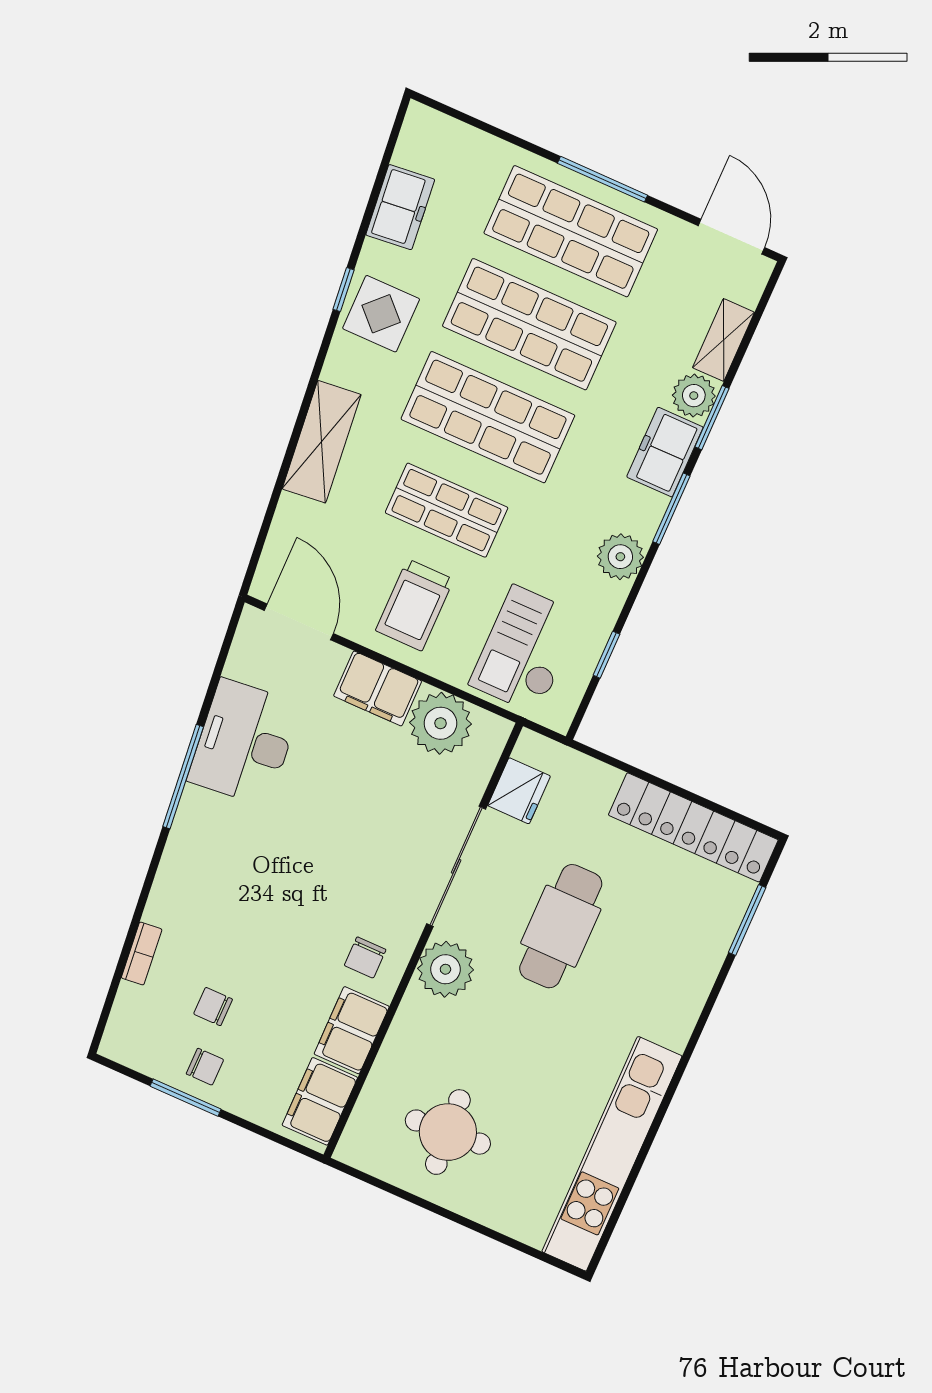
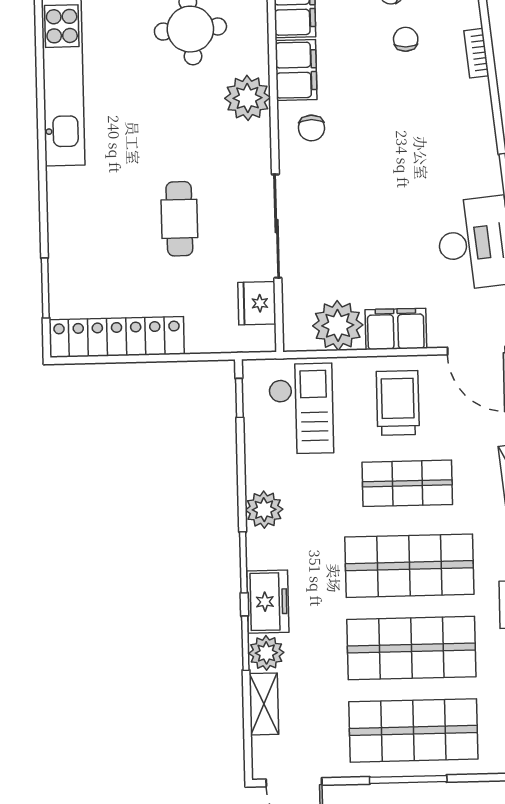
window: (606, 655) -> (239, 398), moved
cafe table: (561, 926) -> (179, 219), width x0.73, depth x0.74
chair: (365, 957) -> (311, 128), turned 180
plant: (445, 969) -> (247, 98), moved
chair: (213, 1007) -> (406, 39), turned -90

